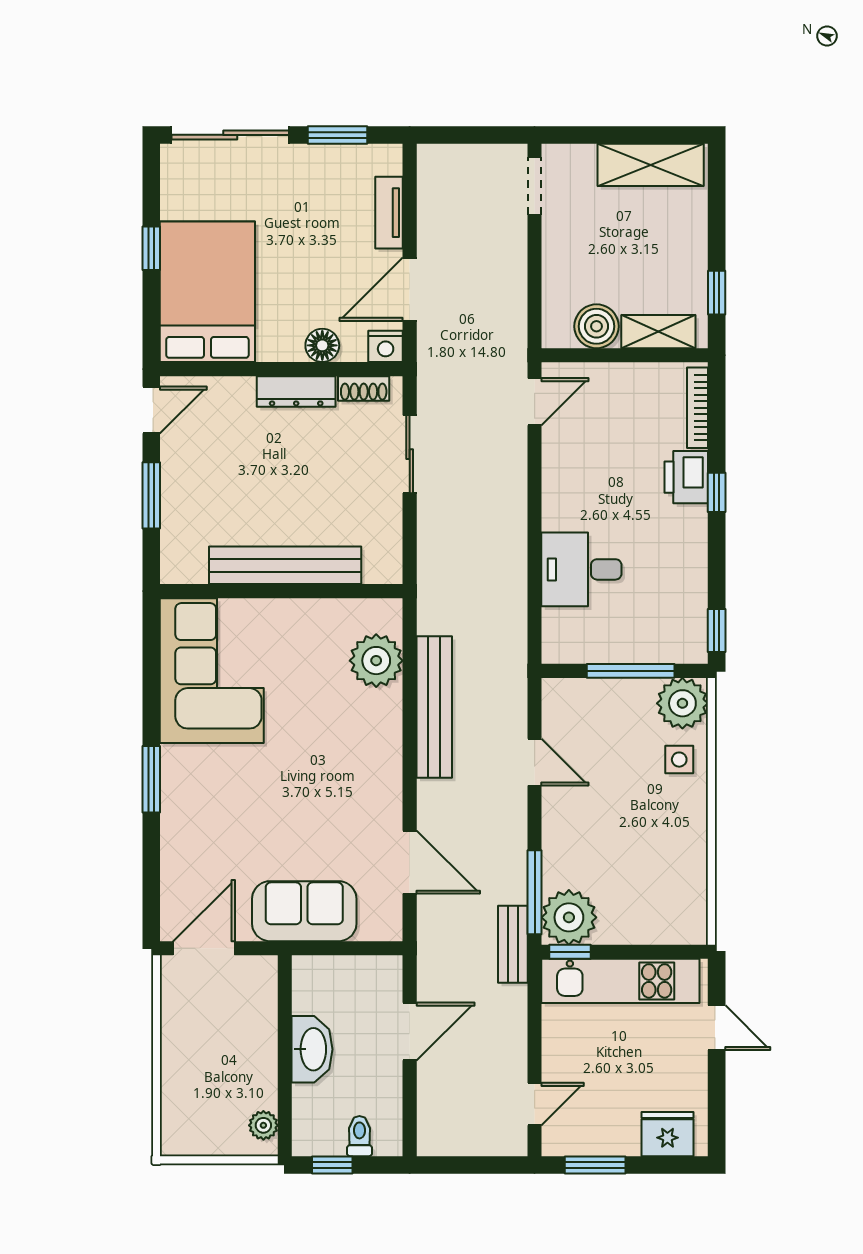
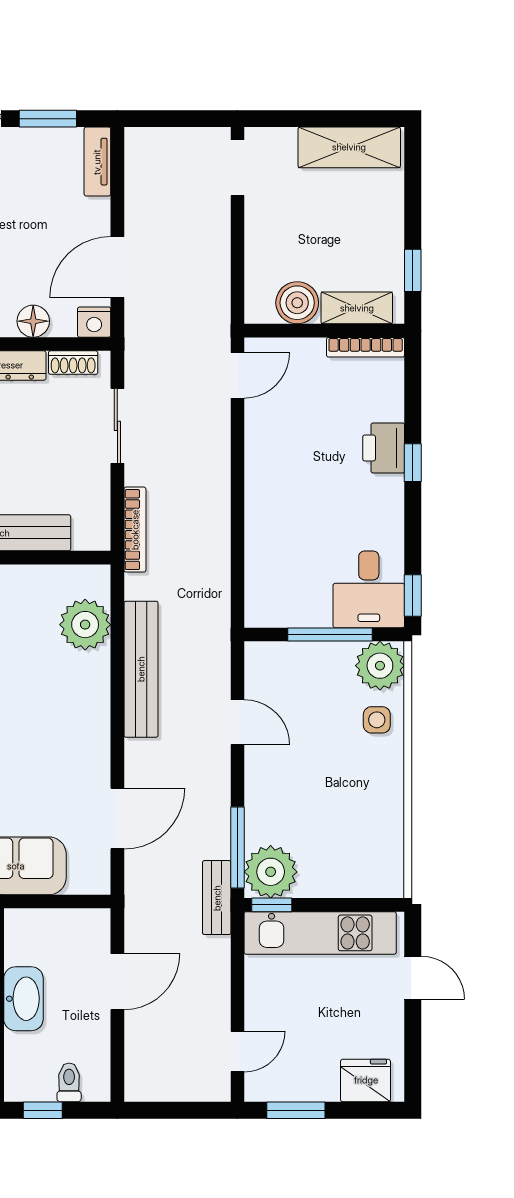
tv unit: (389, 213) -> (97, 162), moved
bookcase: (698, 408) -> (366, 347), moved, turned -90
bookcase: (428, 562) -> (135, 530), added
desk: (581, 569) -> (369, 589), moved, turned -90
door: (410, 862) -> (117, 819), hinge flipped

